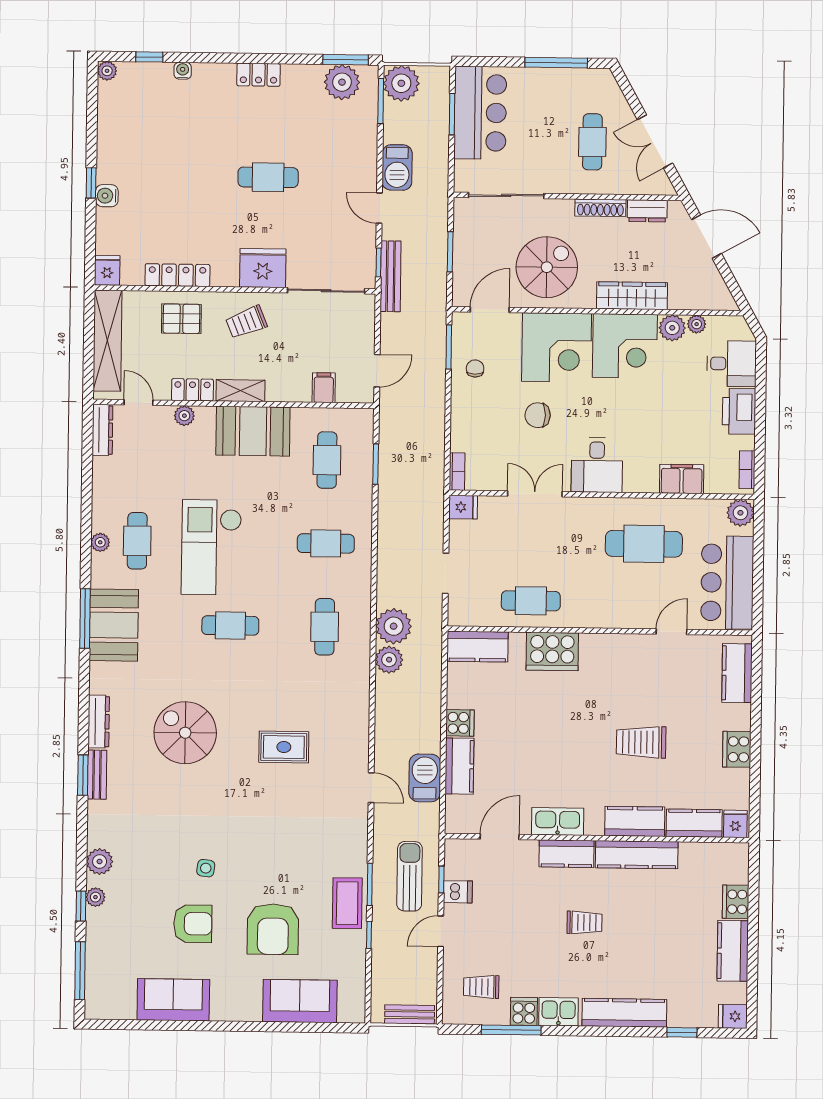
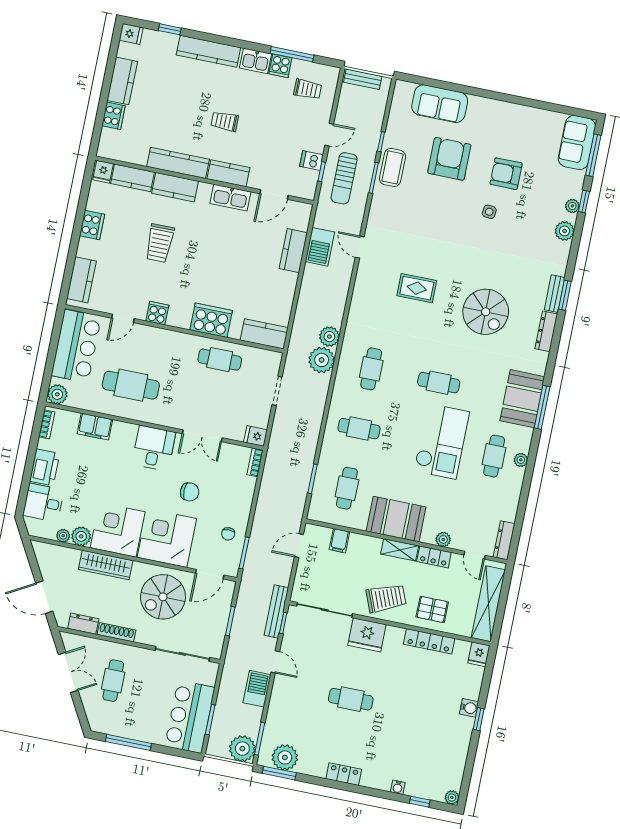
trolley: (246, 322) -> (386, 598), width x1.36, depth x1.39
cooker: (460, 723) -> (157, 313), moved, turned 90
trolley: (641, 742) -> (160, 243), turned 90
sofa: (173, 1000) -> (577, 143), moved, turned 90

